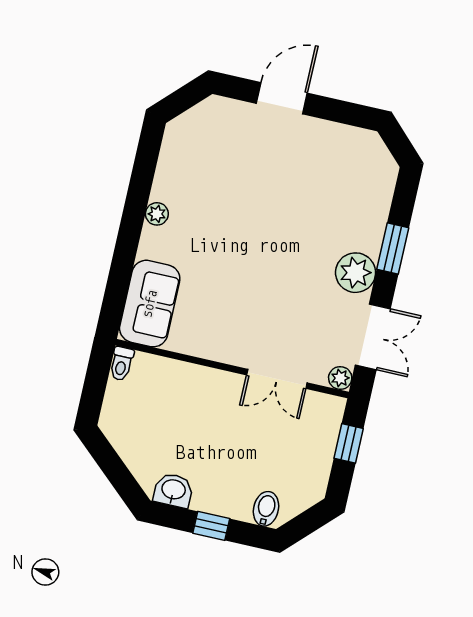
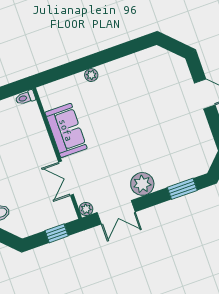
plant: (157, 214) -> (91, 75), moved
window: (393, 249) -> (182, 189), moved
sofa: (150, 304) -> (66, 130), moved, turned -90

